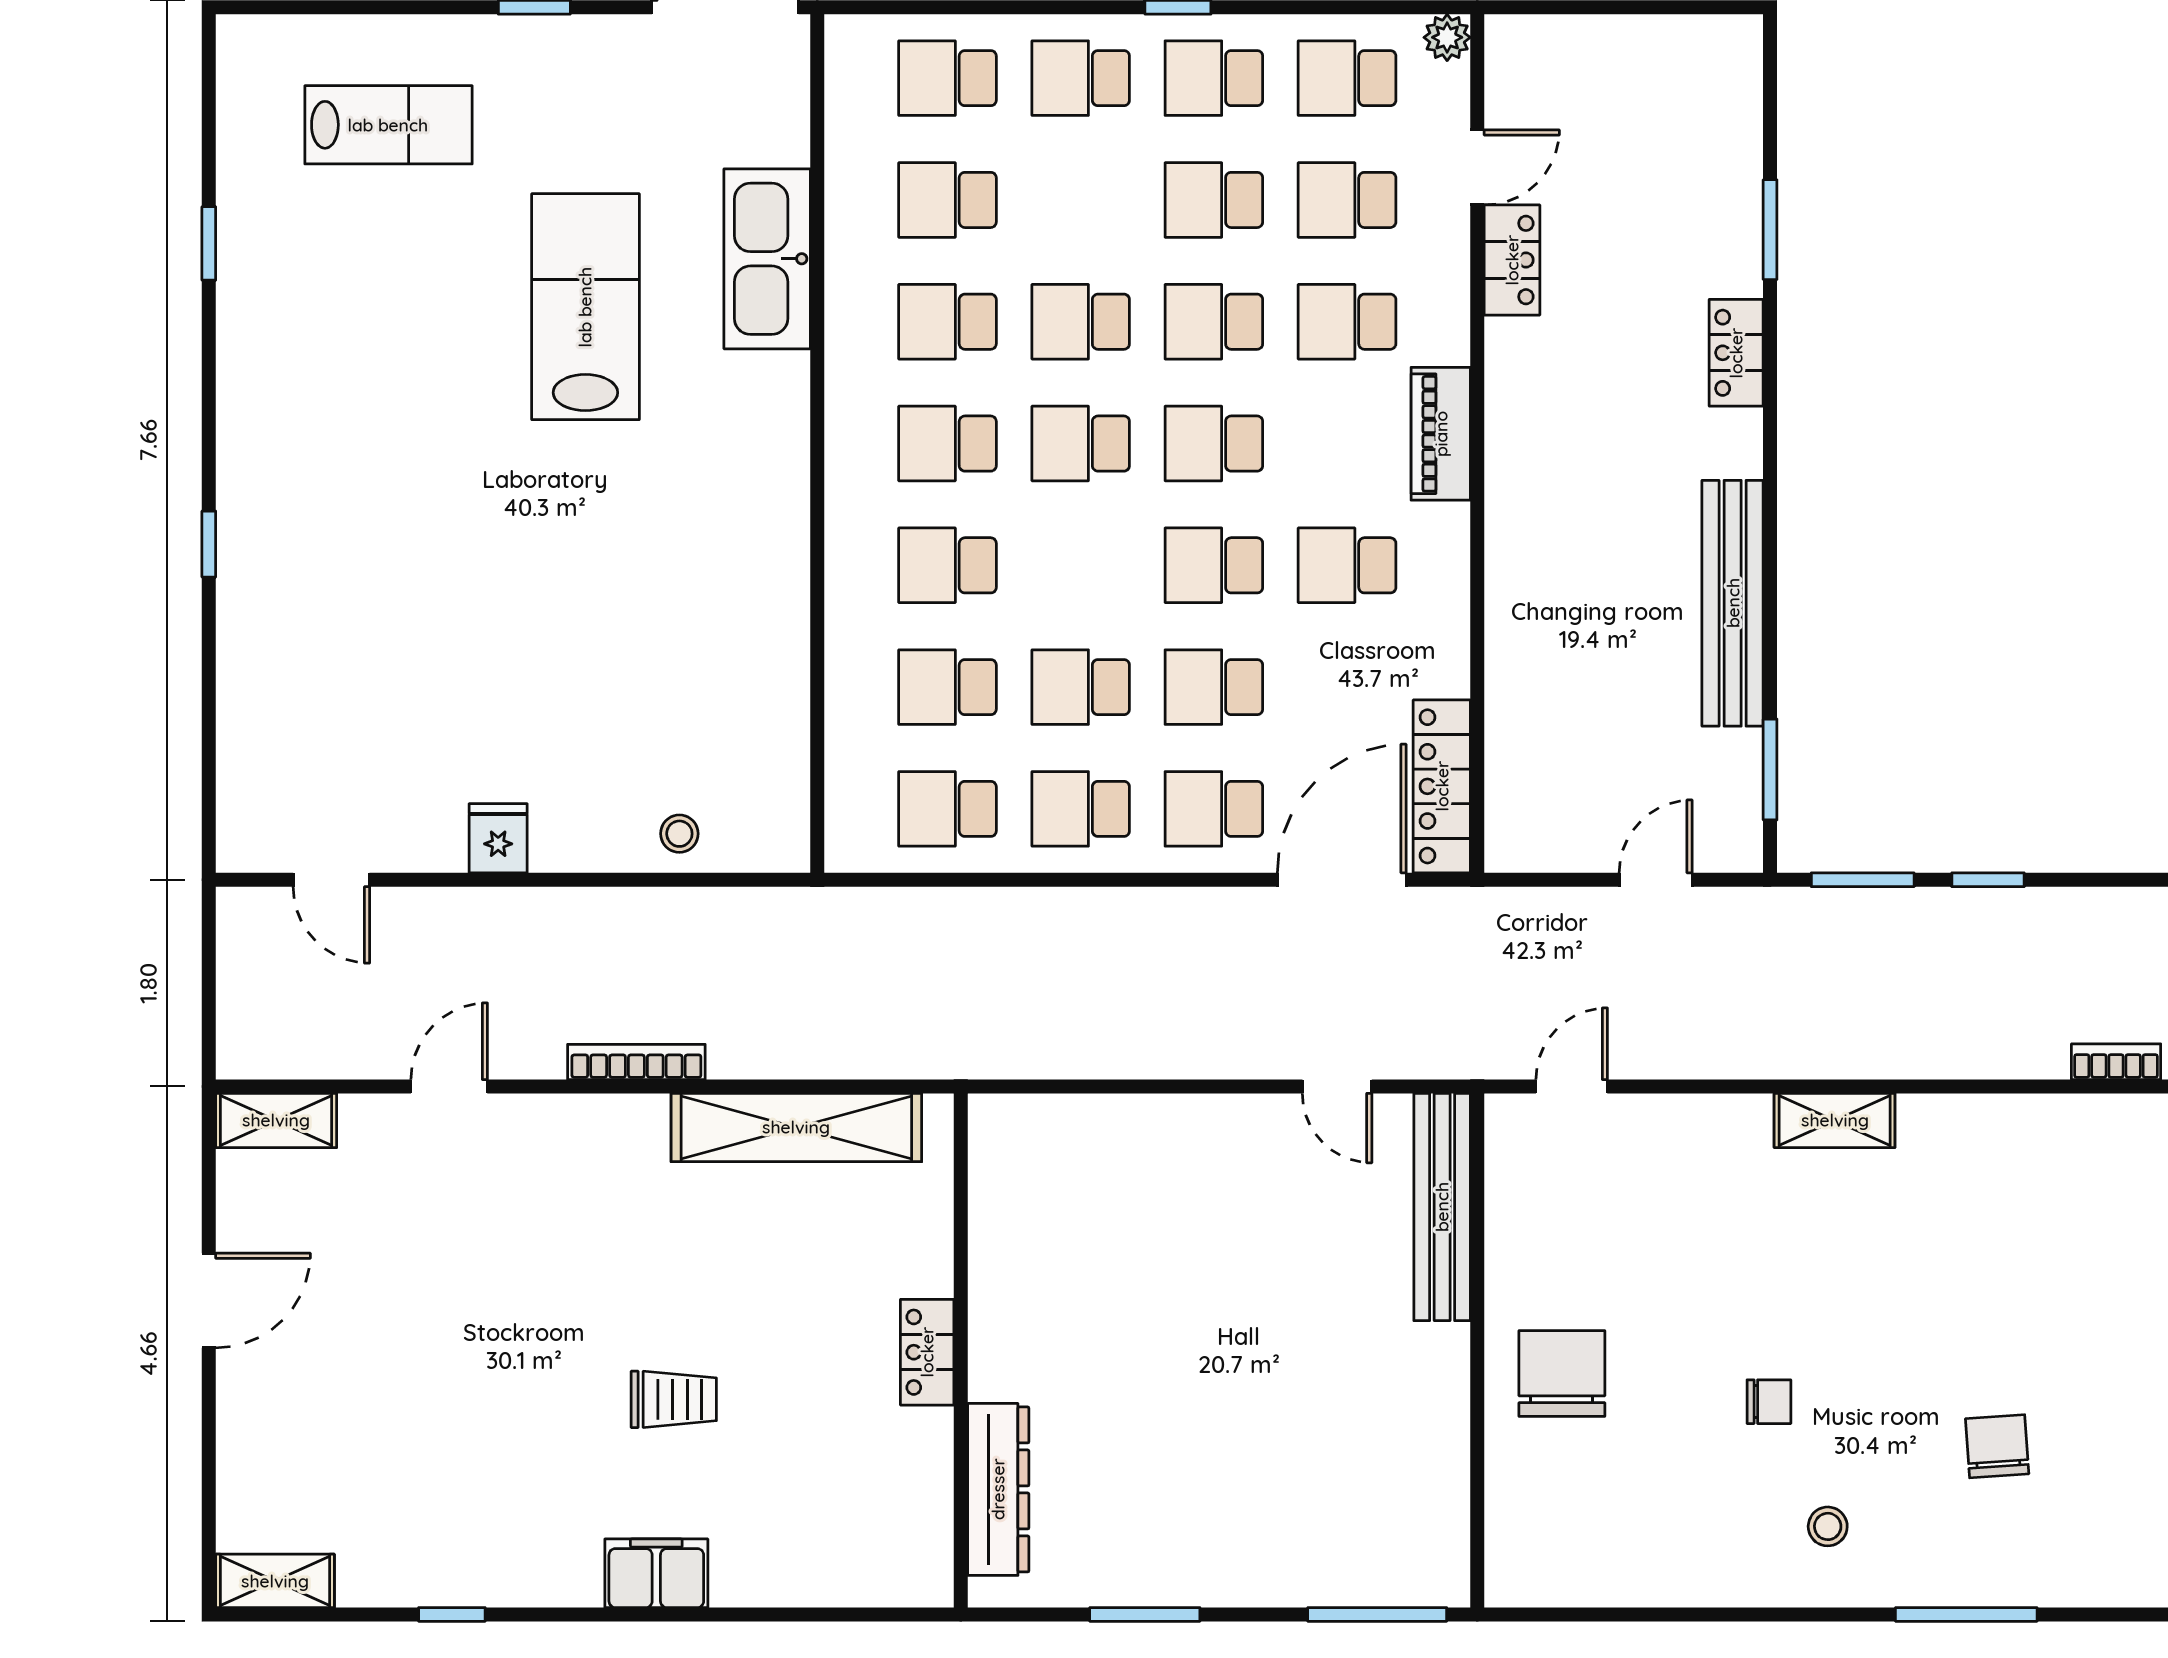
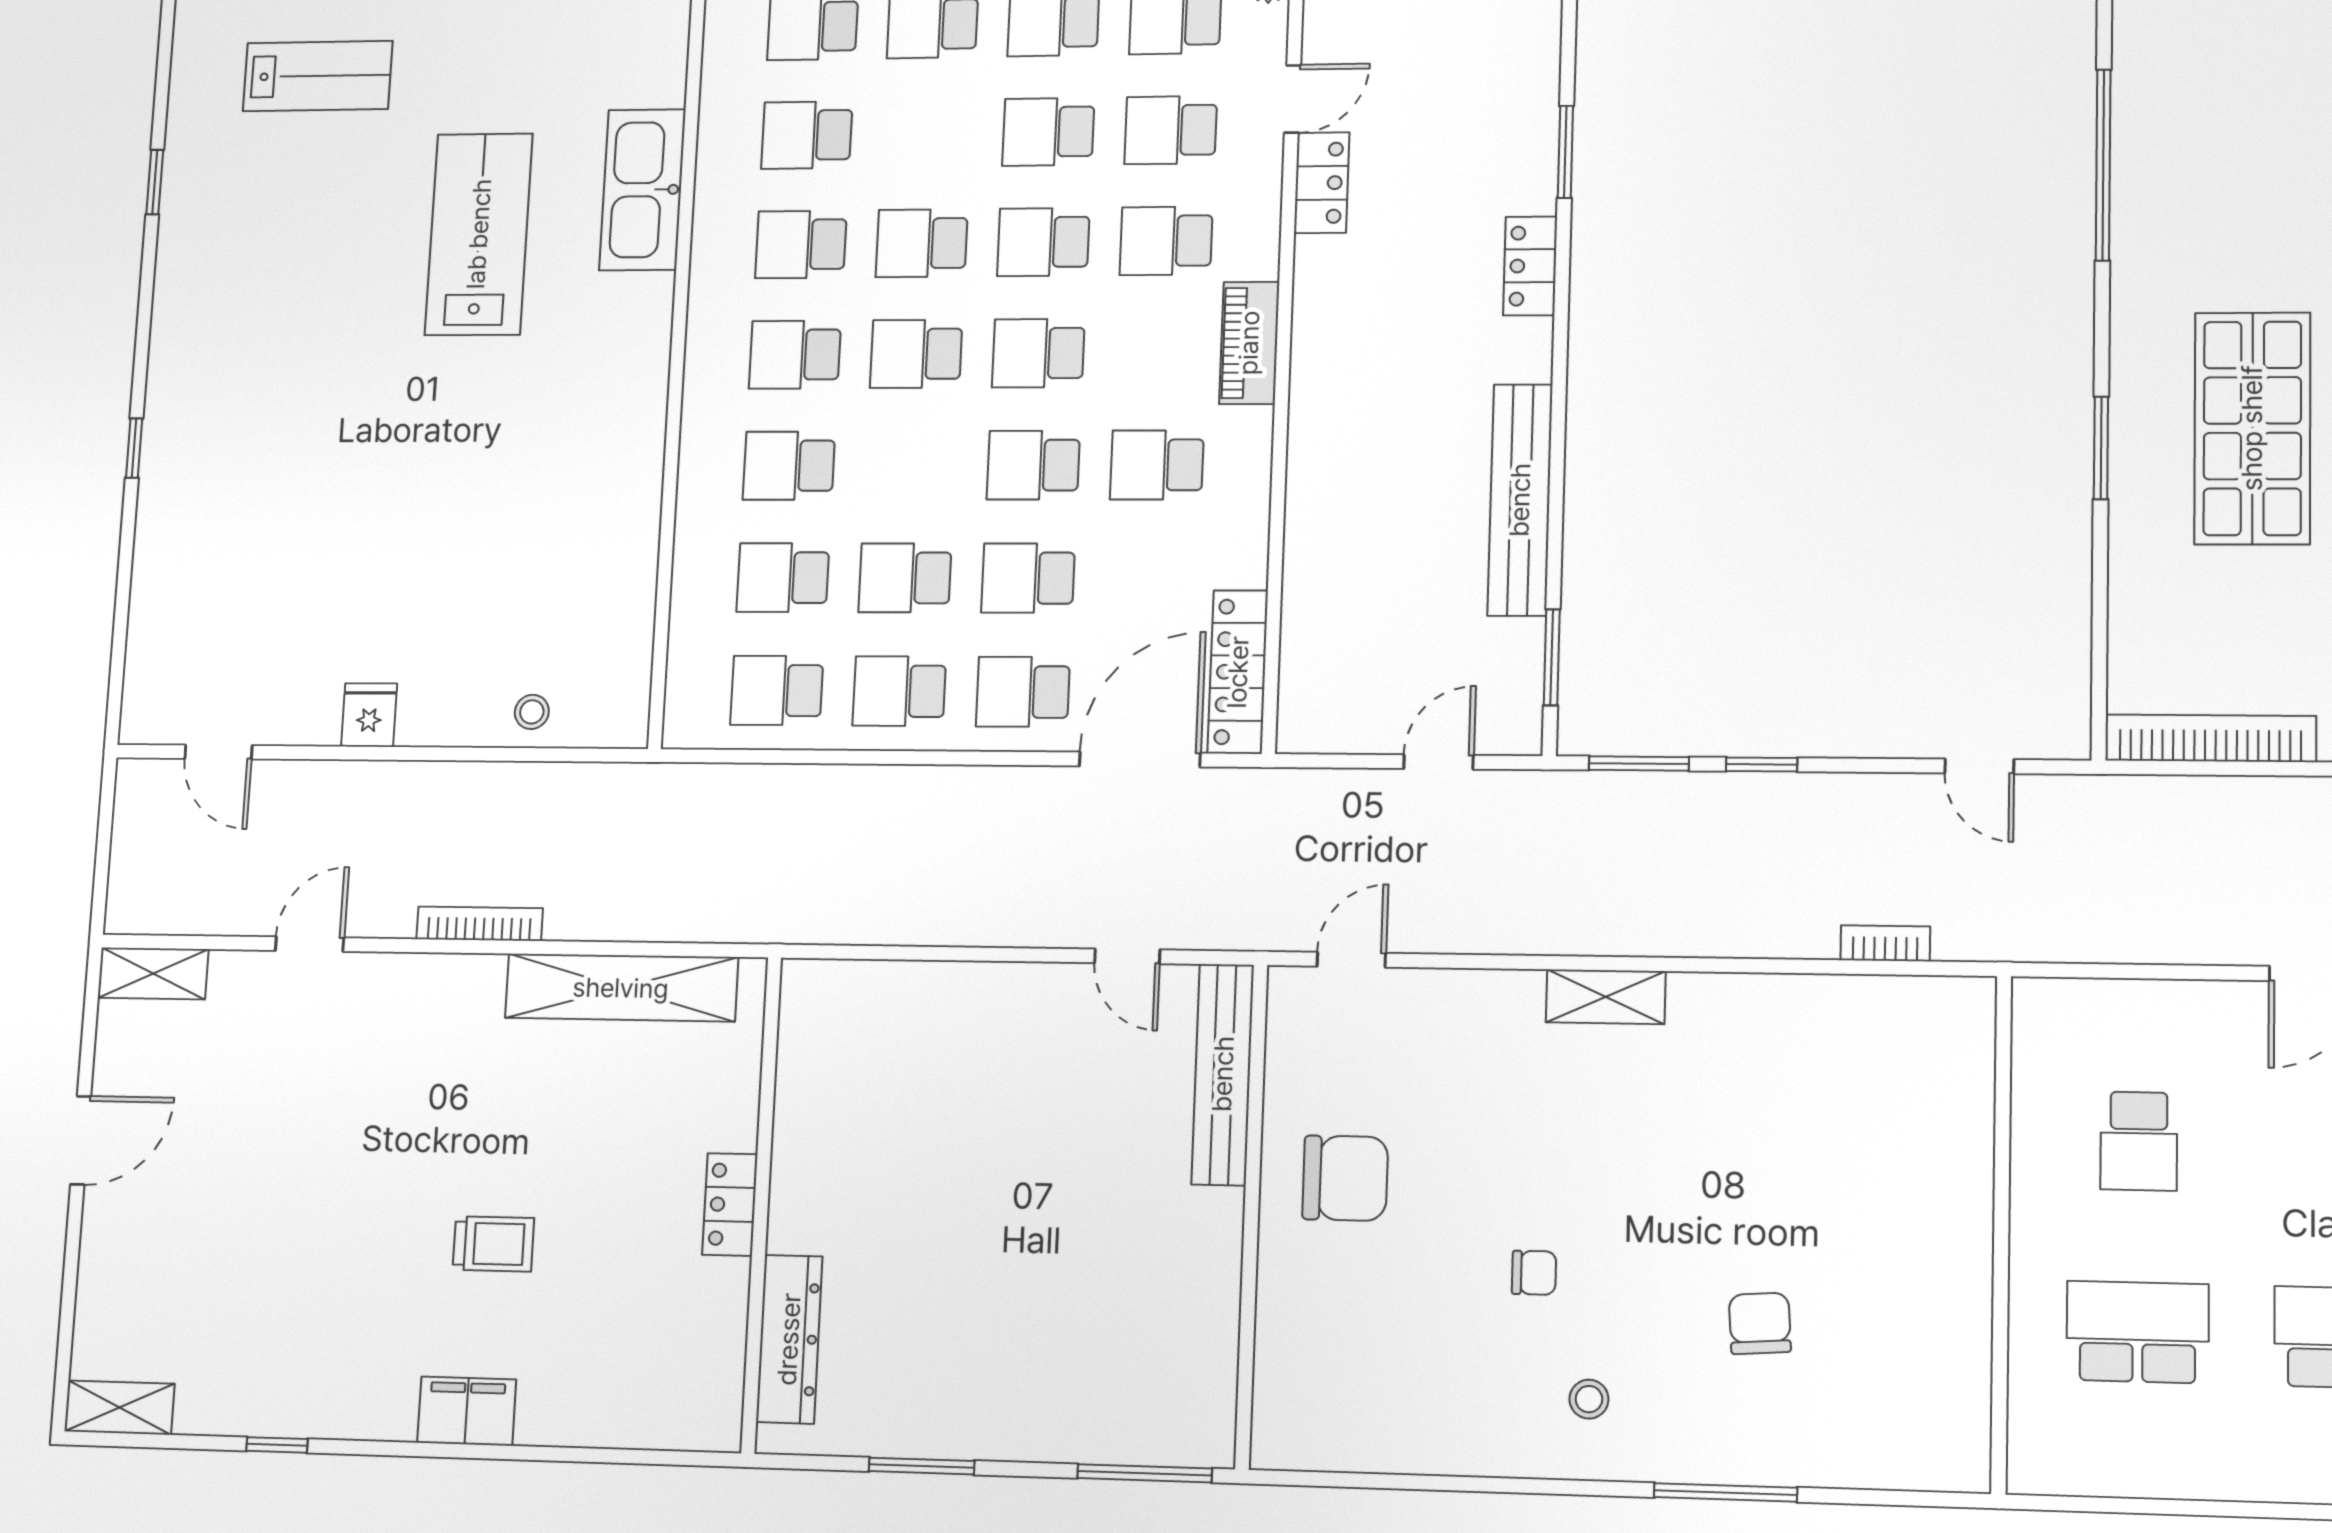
chair: (1562, 1374) -> (1345, 1178), moved, turned 90

